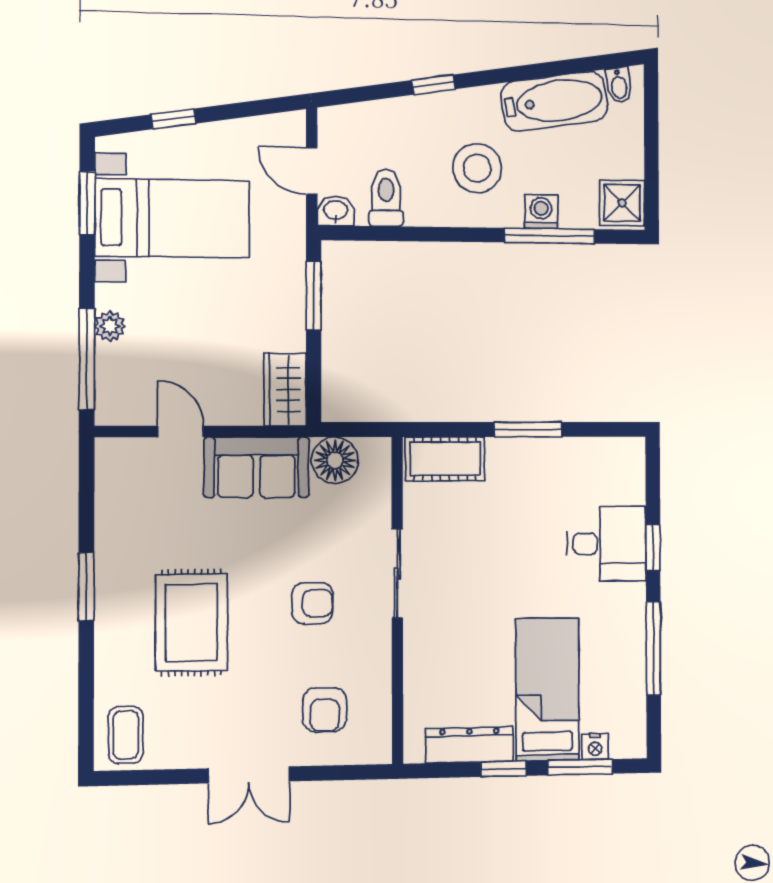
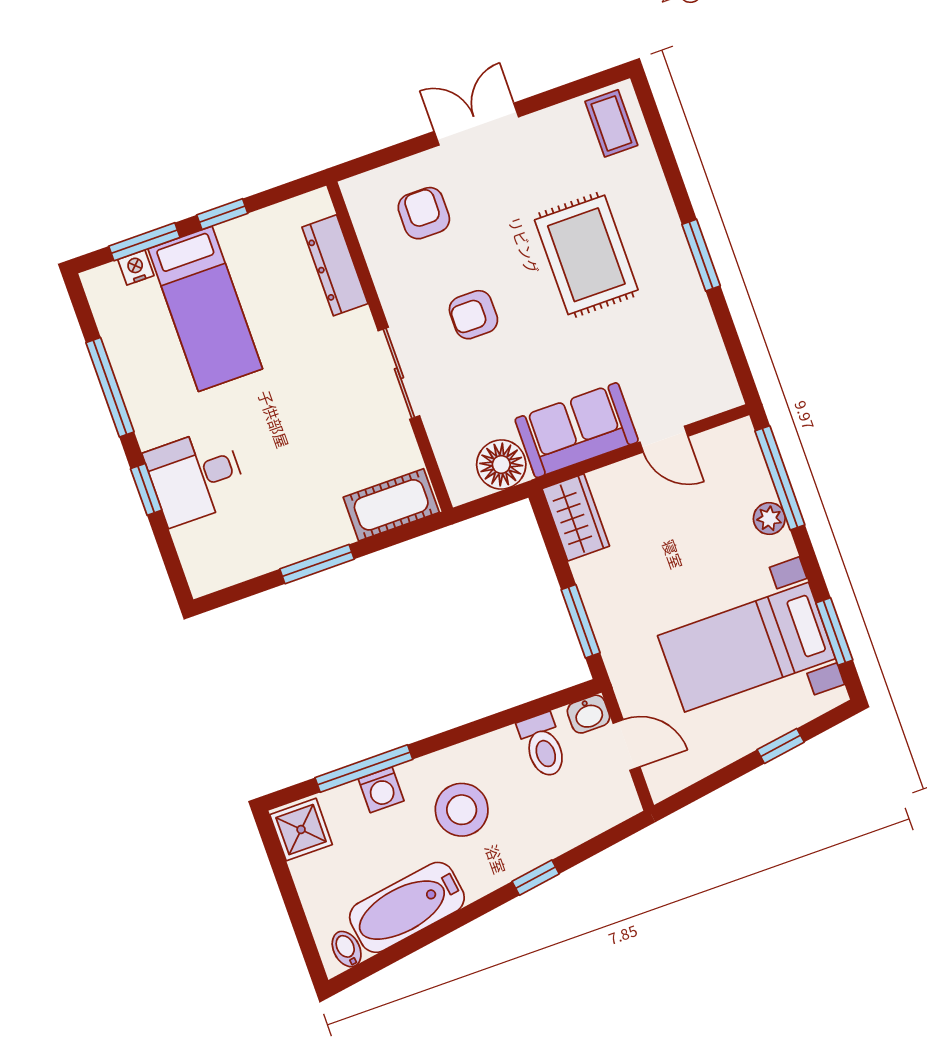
dresser: (469, 745) -> (335, 265), moved, turned 90

